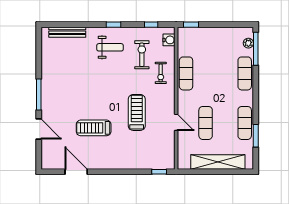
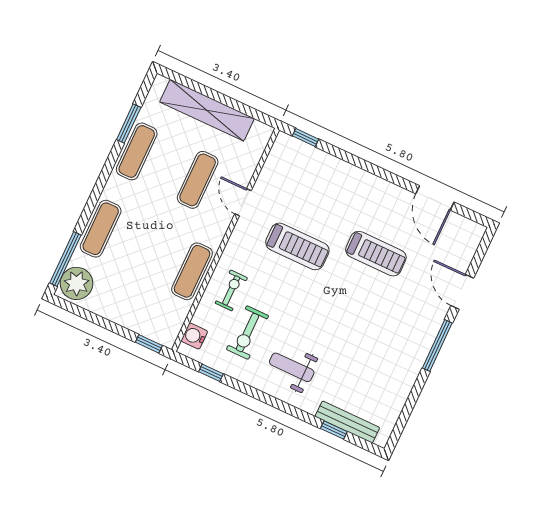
window: (114, 25) -> (334, 430), moved
plant: (248, 43) -> (77, 283), width x1.87, depth x1.87
treadmill: (137, 112) -> (297, 246), turned -90

